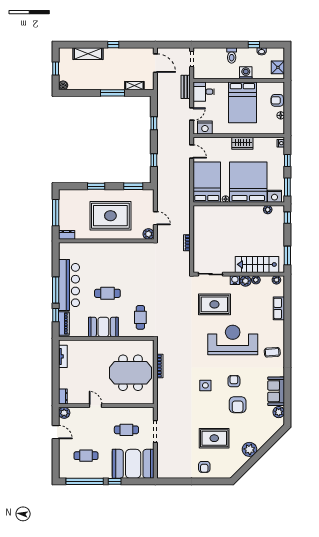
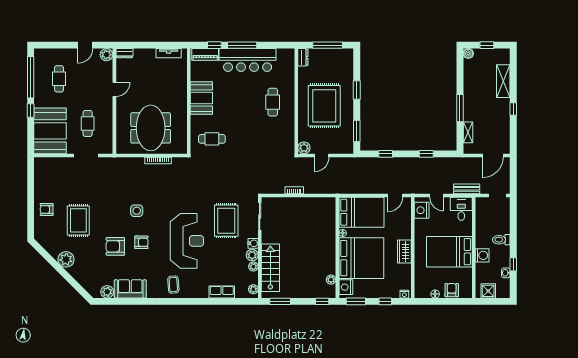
cafe table: (107, 293) -> (273, 102), moved

